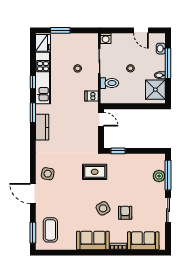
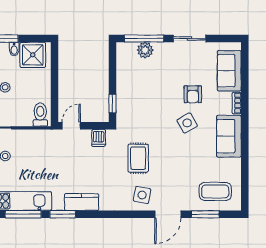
window: (33, 82) -> (23, 214), width x2.17
toilet: (109, 83) -> (40, 115), moved
dishwasher: (92, 96) -> (99, 138), moved
rug: (95, 172) -> (138, 158), moved
armchair: (125, 213) -> (193, 94), turned -90
window: (33, 233) -> (205, 214), moved

